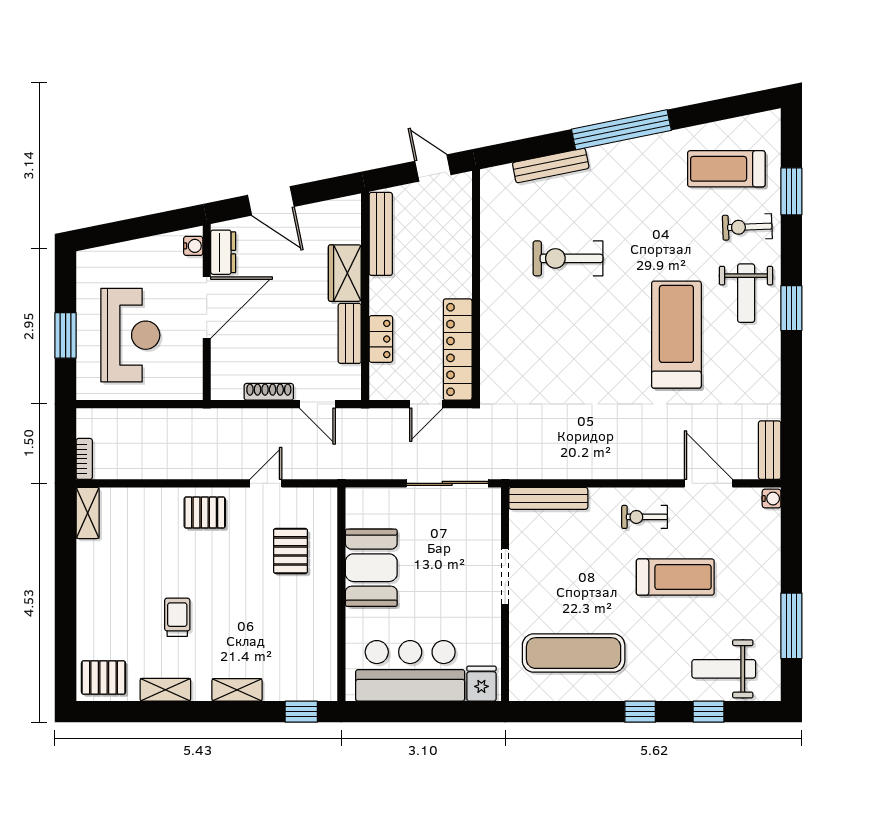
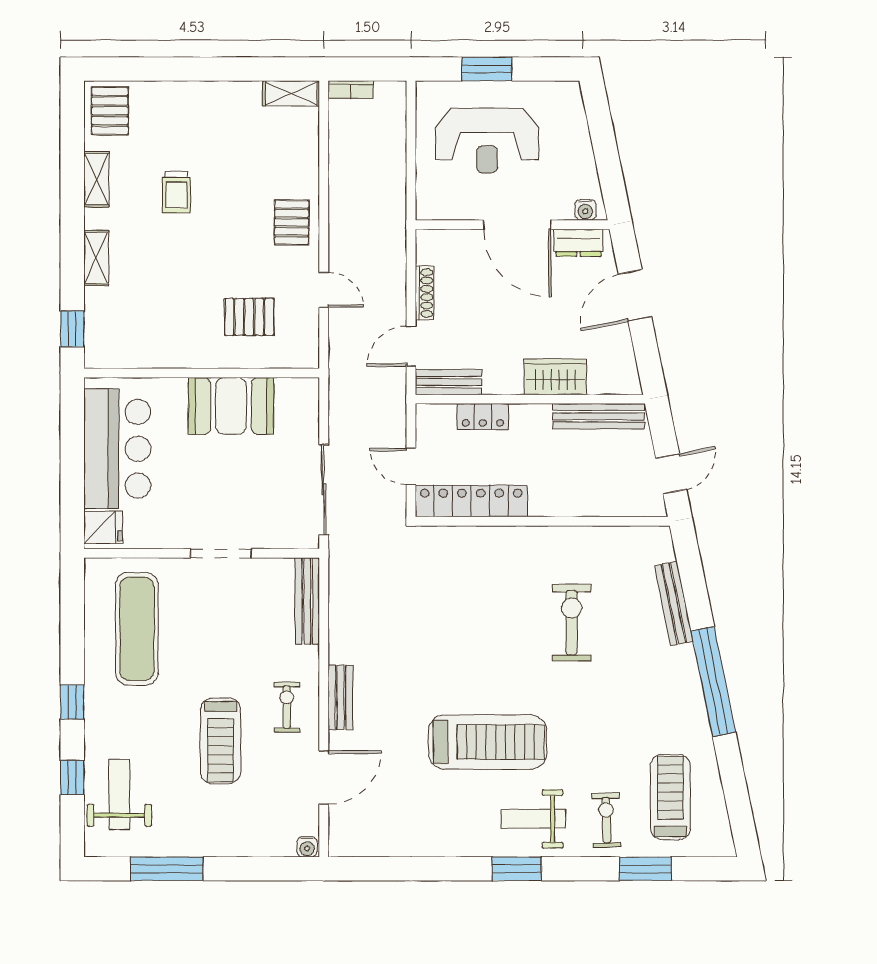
bench: (350, 333) -> (448, 382), moved
bench: (770, 450) -> (340, 697), moved, turned 90
trolley: (177, 617) -> (176, 192), turned 90

